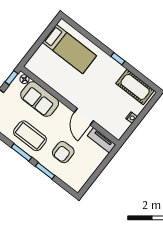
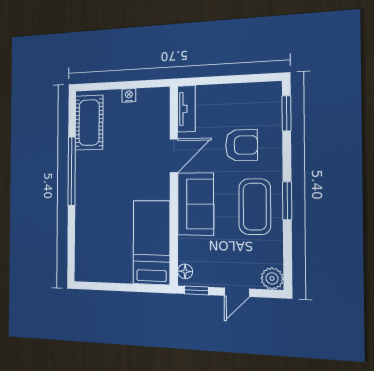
bed: (69, 49) -> (152, 242), moved
window: (118, 59) -> (72, 171), width x3.17
sofa: (40, 99) -> (195, 204), moved
window: (45, 171) -> (286, 113), moved

